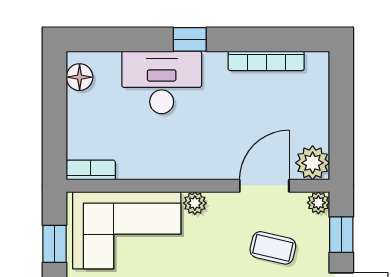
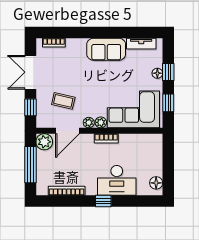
window: (341, 115) -> (30, 165), added
bookcase: (91, 170) -> (106, 138), moved
plant: (318, 203) -> (89, 123), moved

